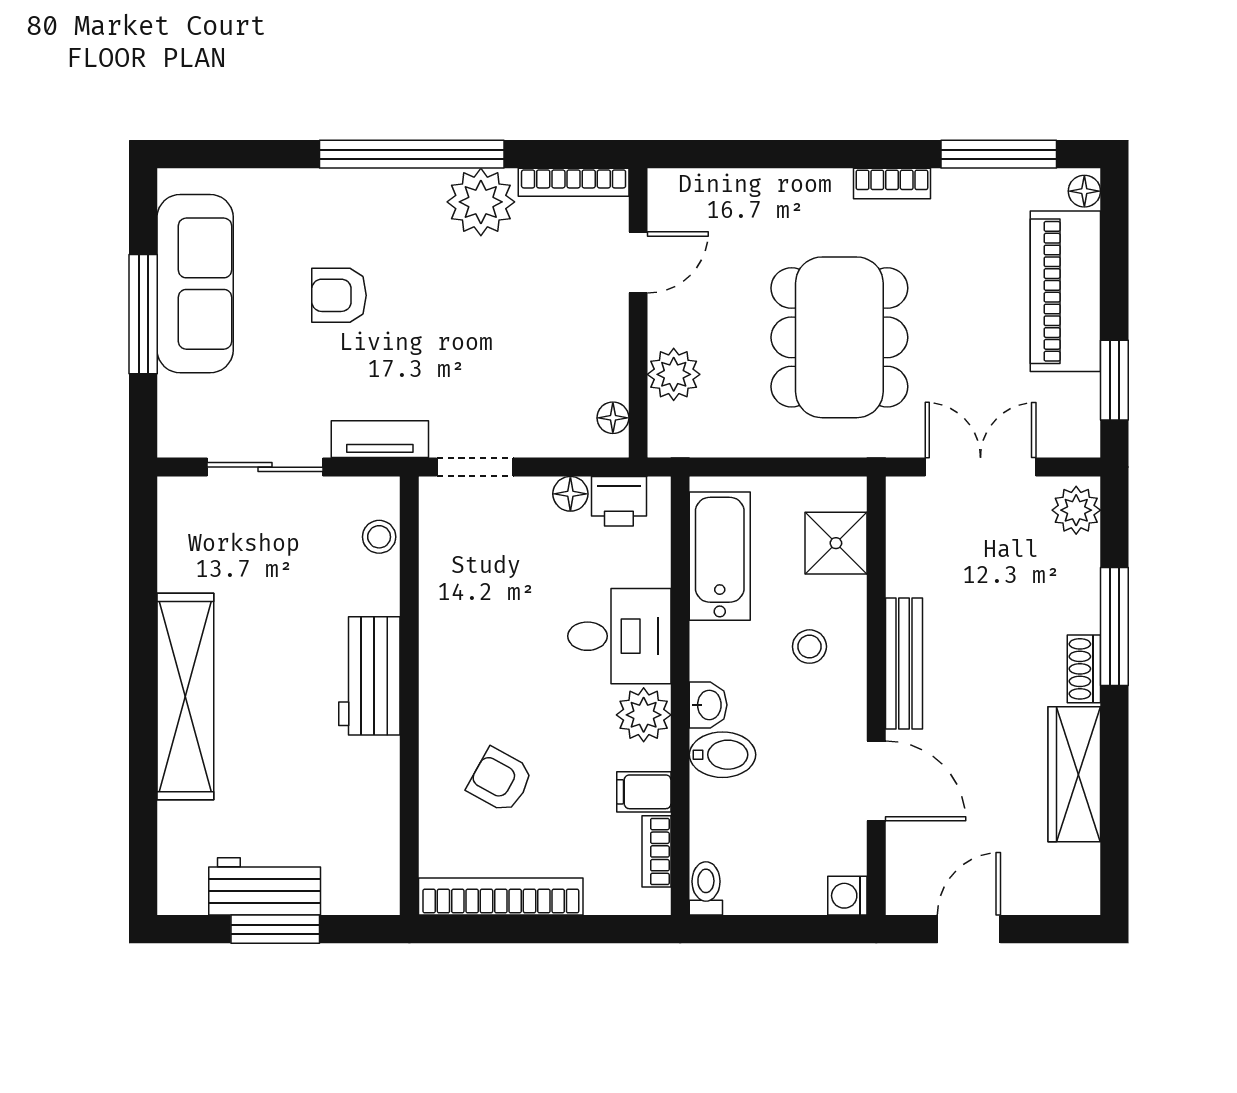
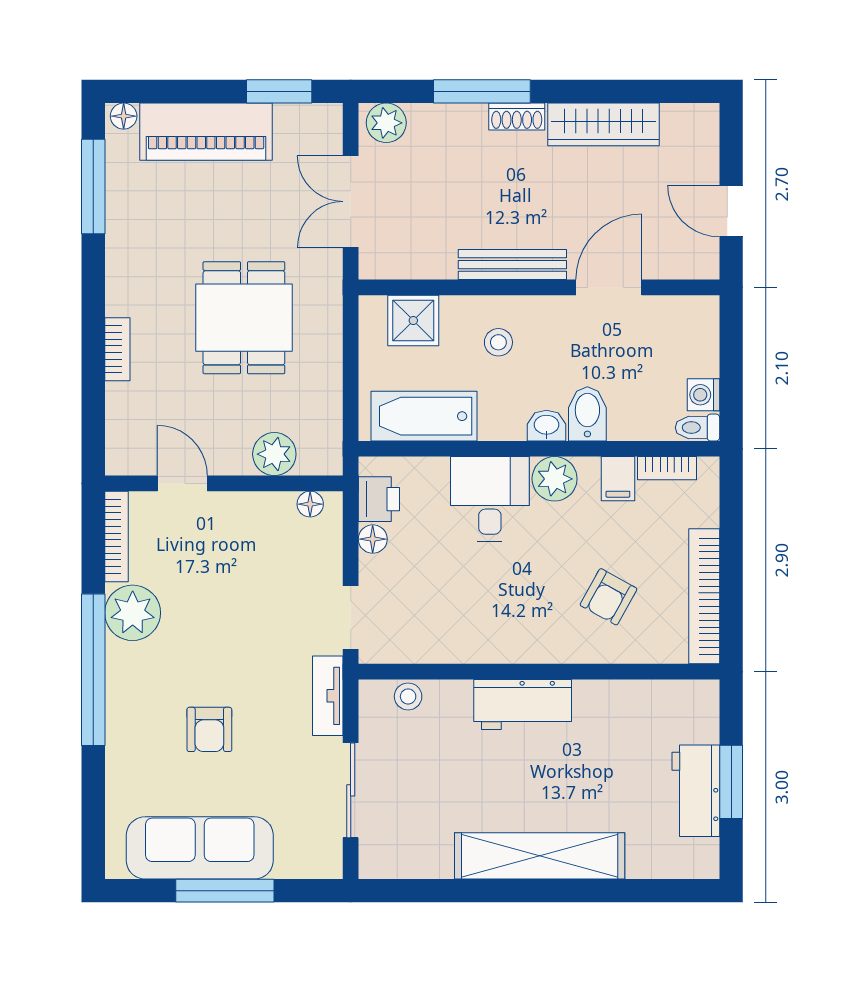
bookcase: (892, 184) -> (117, 349), moved
dining table: (839, 337) -> (244, 318), width x0.73
washing machine: (847, 896) -> (703, 395), moved, turned 90

